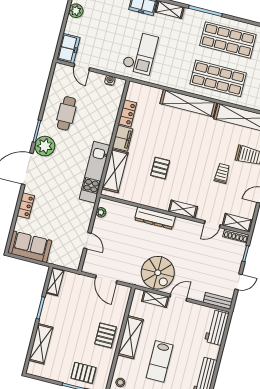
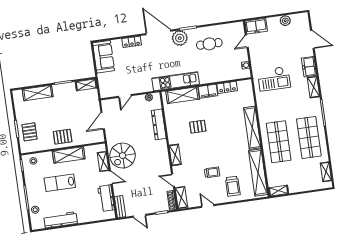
dresser: (155, 218) -> (159, 124), moved
workbench: (217, 328) -> (106, 198), moved, turned -90

